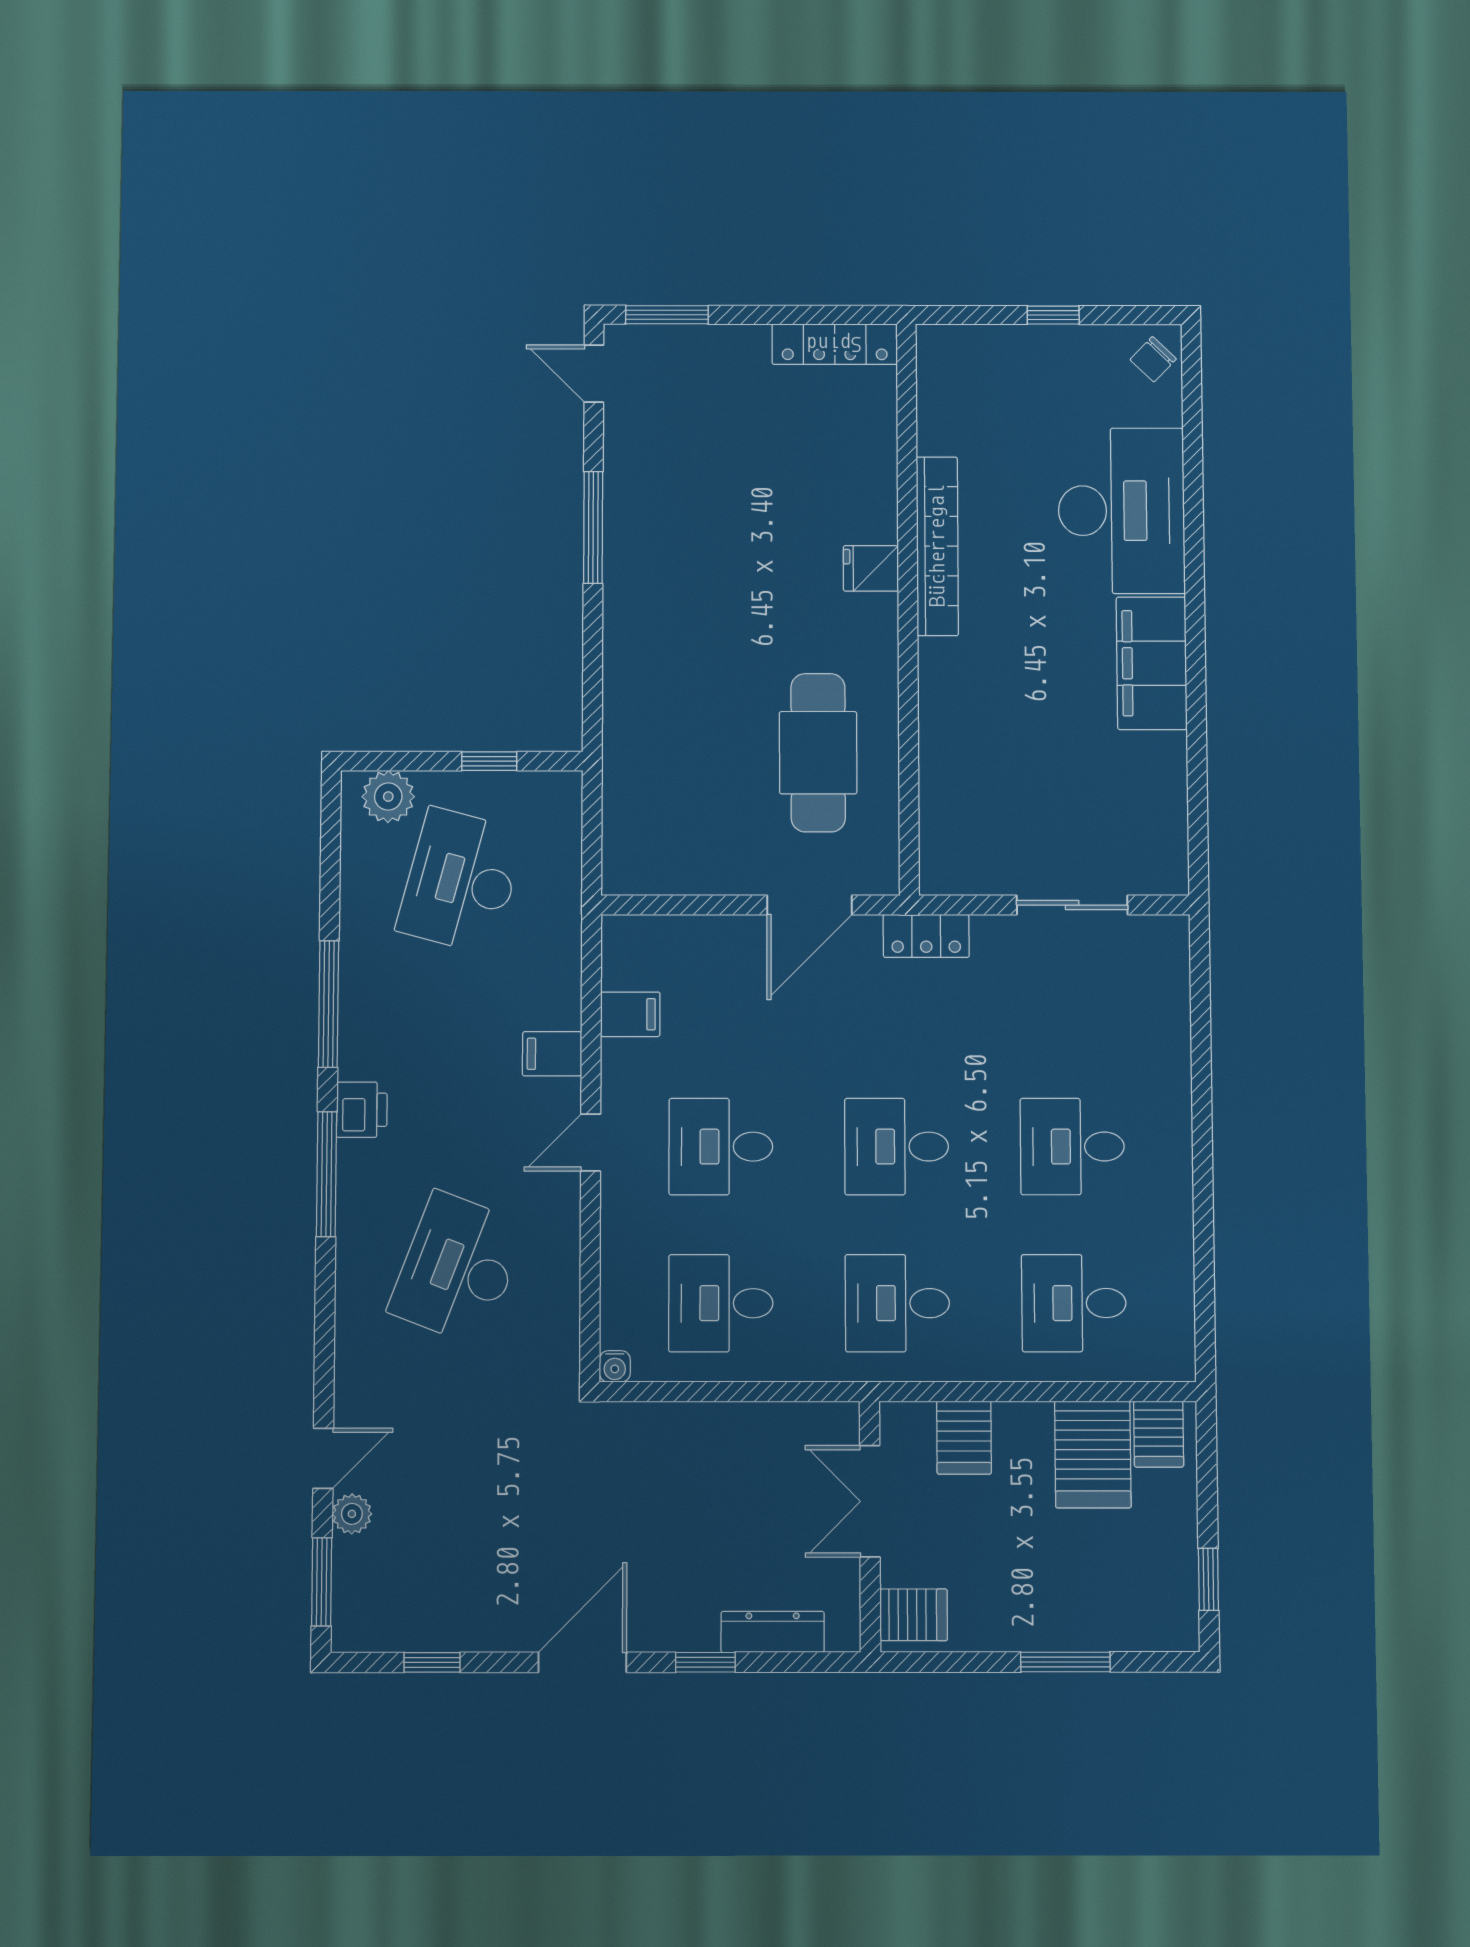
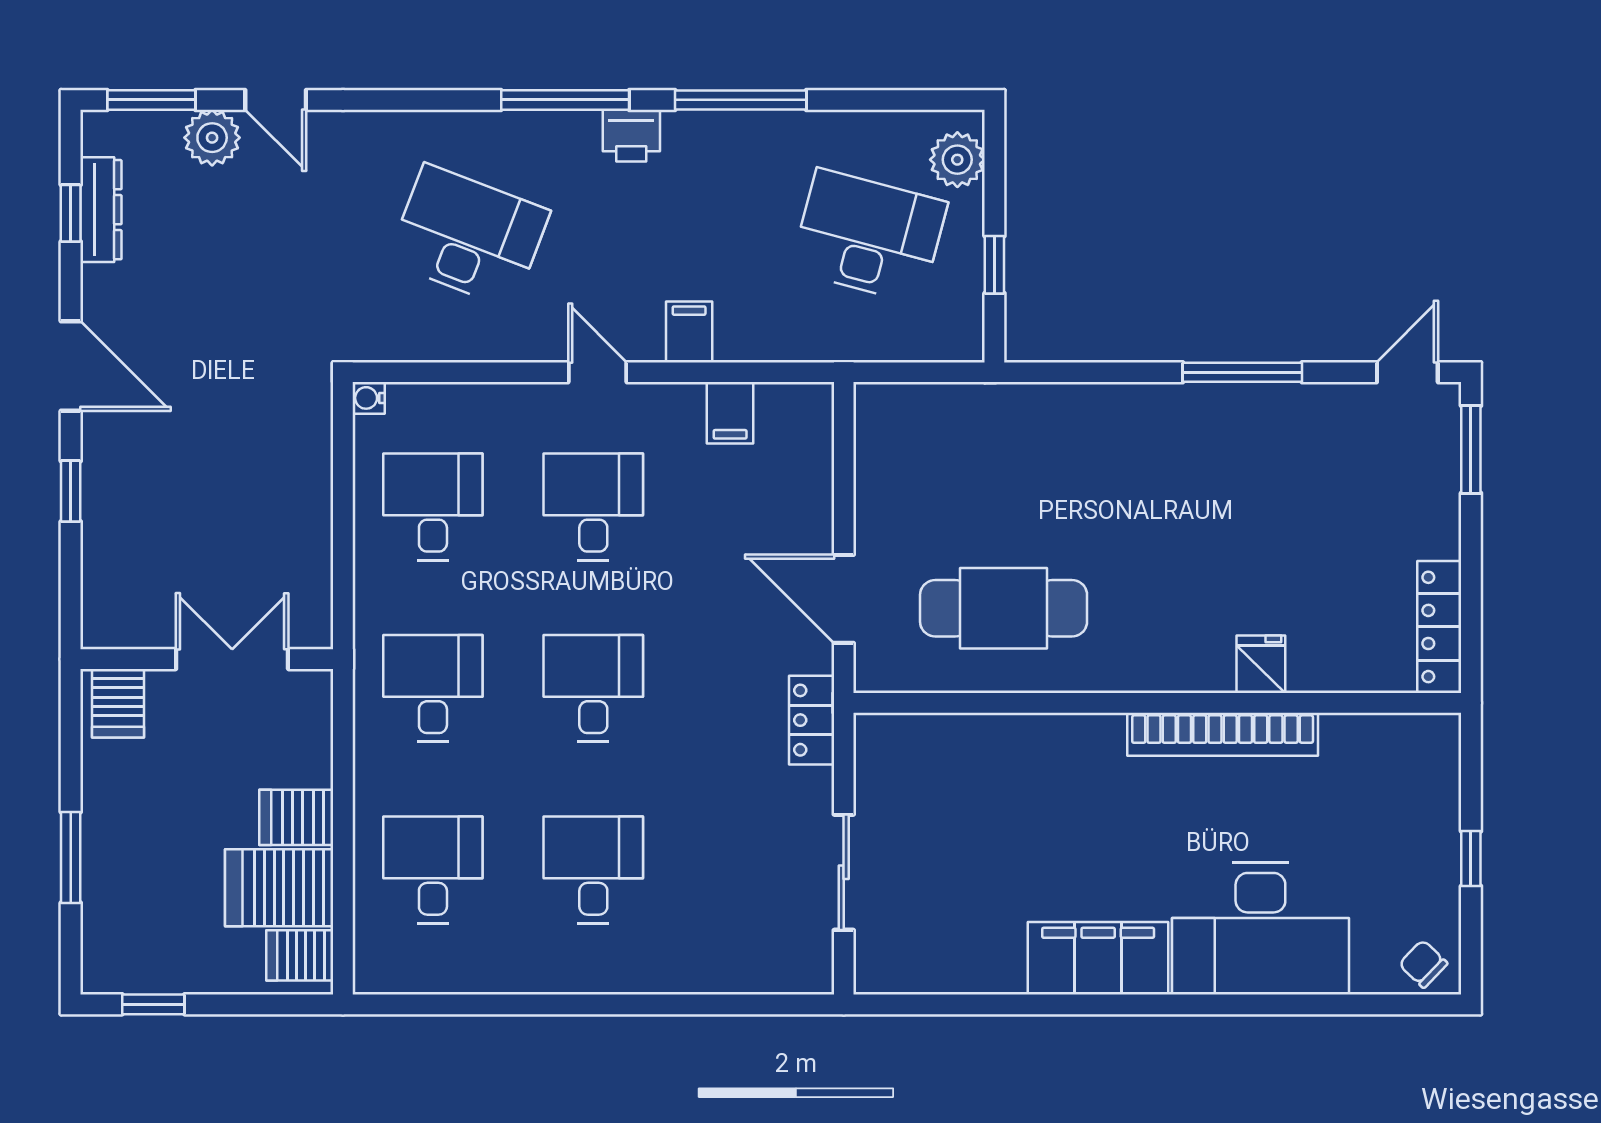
fridge: (871, 568) -> (1261, 664), moved
server rack: (964, 1438) -> (296, 817), moved
plant: (352, 1514) -> (212, 138), width x1.38, depth x1.38
dresser: (773, 1632) -> (101, 210), moved

